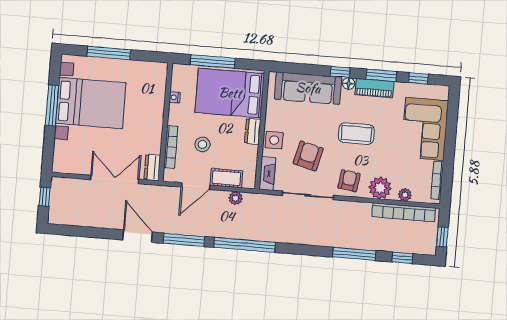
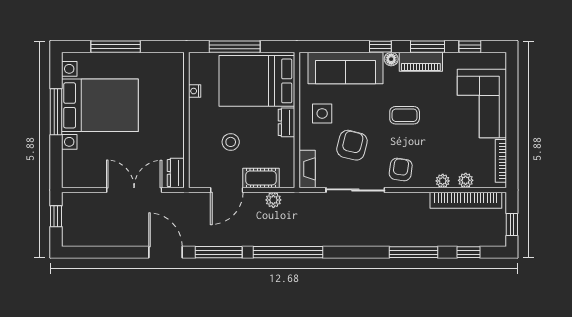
coffee table: (356, 134) -> (405, 115), width x0.73, depth x0.77
side table: (274, 140) -> (322, 113), moved
bookcase: (171, 147) -> (195, 148), removed
plant: (380, 188) -> (443, 181), width x0.53, depth x0.53

